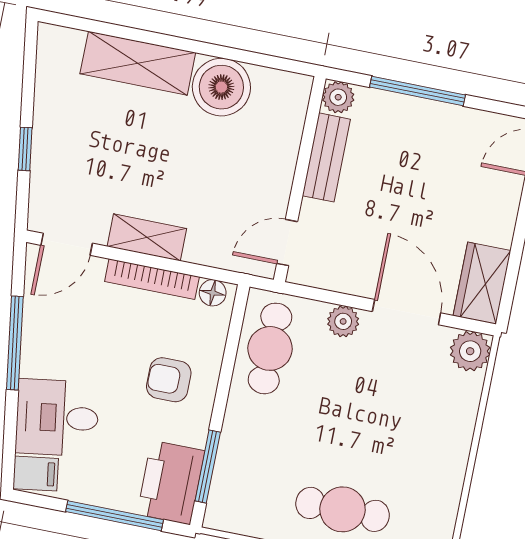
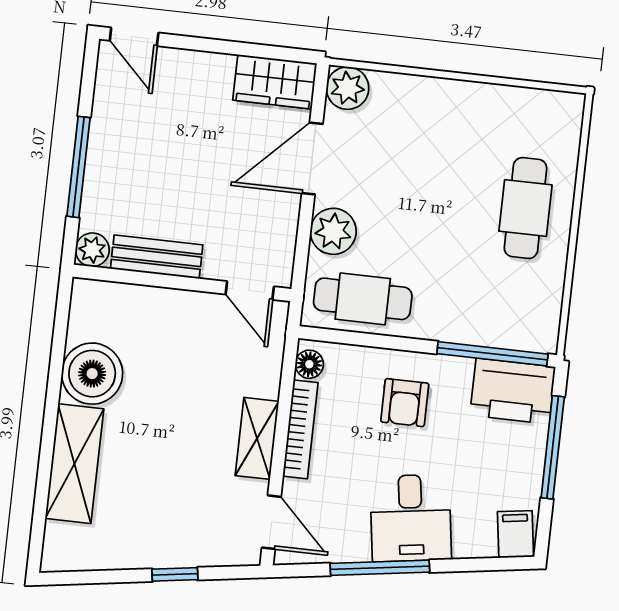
plant: (343, 321) -> (333, 231), width x1.38, depth x1.38
desk: (57, 418) -> (411, 518), moved
window: (208, 466) -> (492, 354), width x1.44

